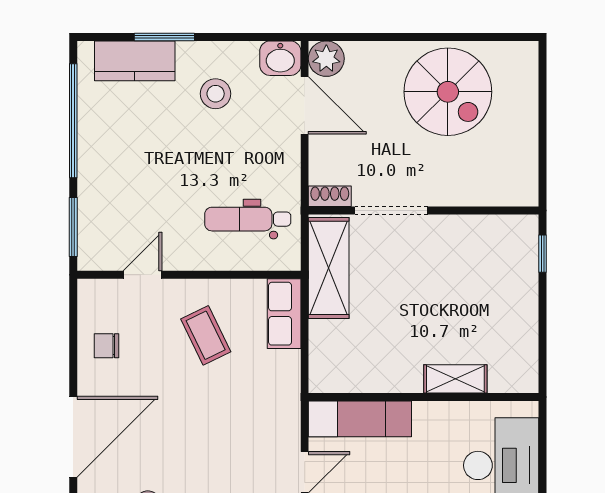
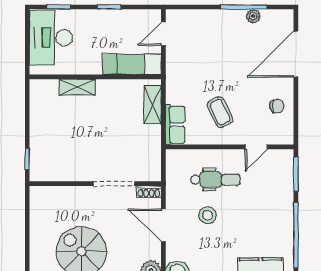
stool: (216, 94) -> (207, 215), moved
door: (305, 105) -> (163, 225), moved
dental chair: (248, 219) -> (216, 180), moved
shelving: (329, 268) -> (153, 105), moved, width x0.67, depth x0.75

